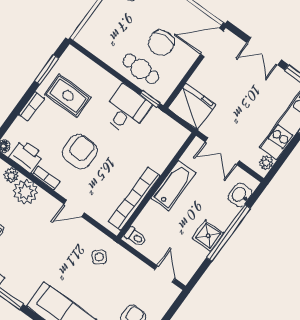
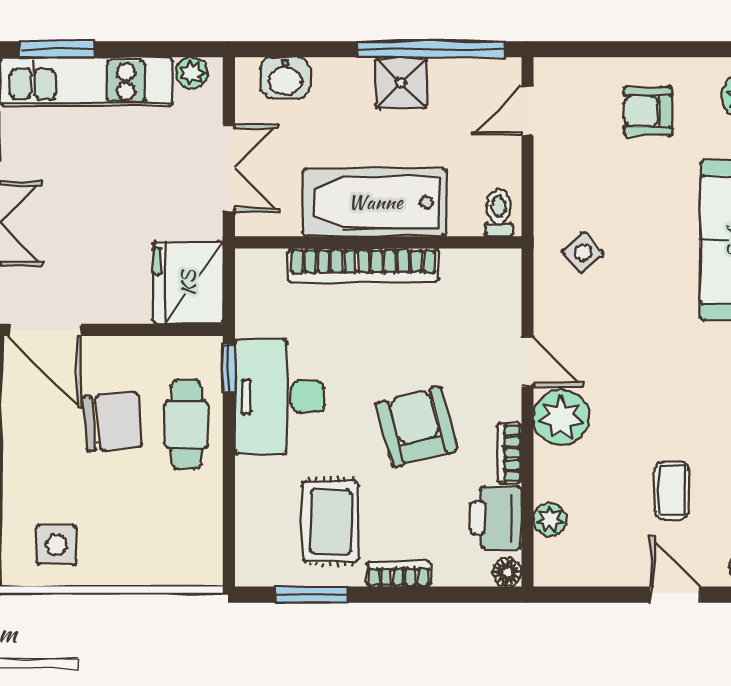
desk: (126, 110) -> (280, 397), width x1.37
armchair: (80, 152) -> (417, 427), turned 75
bathtub: (173, 186) -> (375, 202), width x1.36, depth x1.36
plant: (26, 192) -> (561, 418), moved
bookcase: (134, 199) -> (363, 265), moved
window: (228, 233) -> (431, 49), moved

